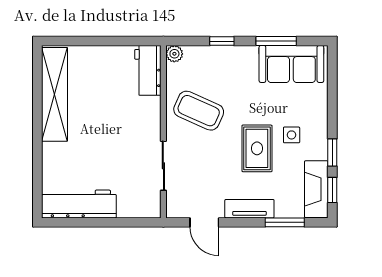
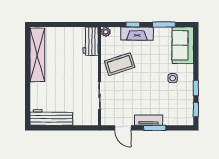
sofa: (291, 64) -> (183, 45), moved, turned 90
coffee table: (199, 111) -> (120, 64), turned -42
rug: (257, 148) -> (153, 86), removed
fireplace: (316, 189) -> (137, 34), moved, turned -90
window: (285, 222) -> (155, 128), moved

